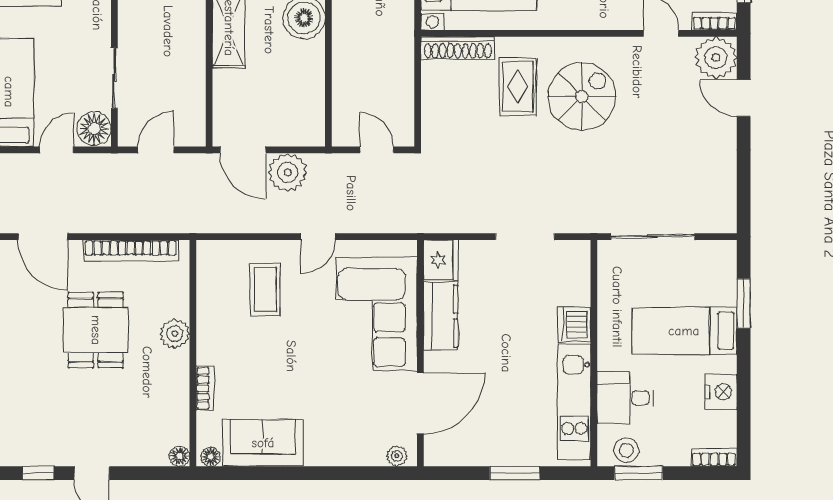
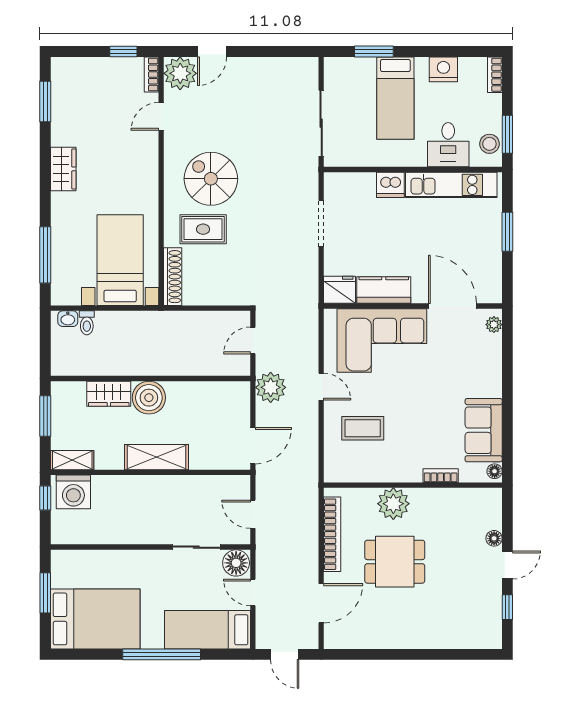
plant: (288, 172) -> (271, 387), moved
plant: (175, 334) -> (393, 504), width x1.36, depth x1.36
floor lamp: (179, 456) -> (494, 538), moved

